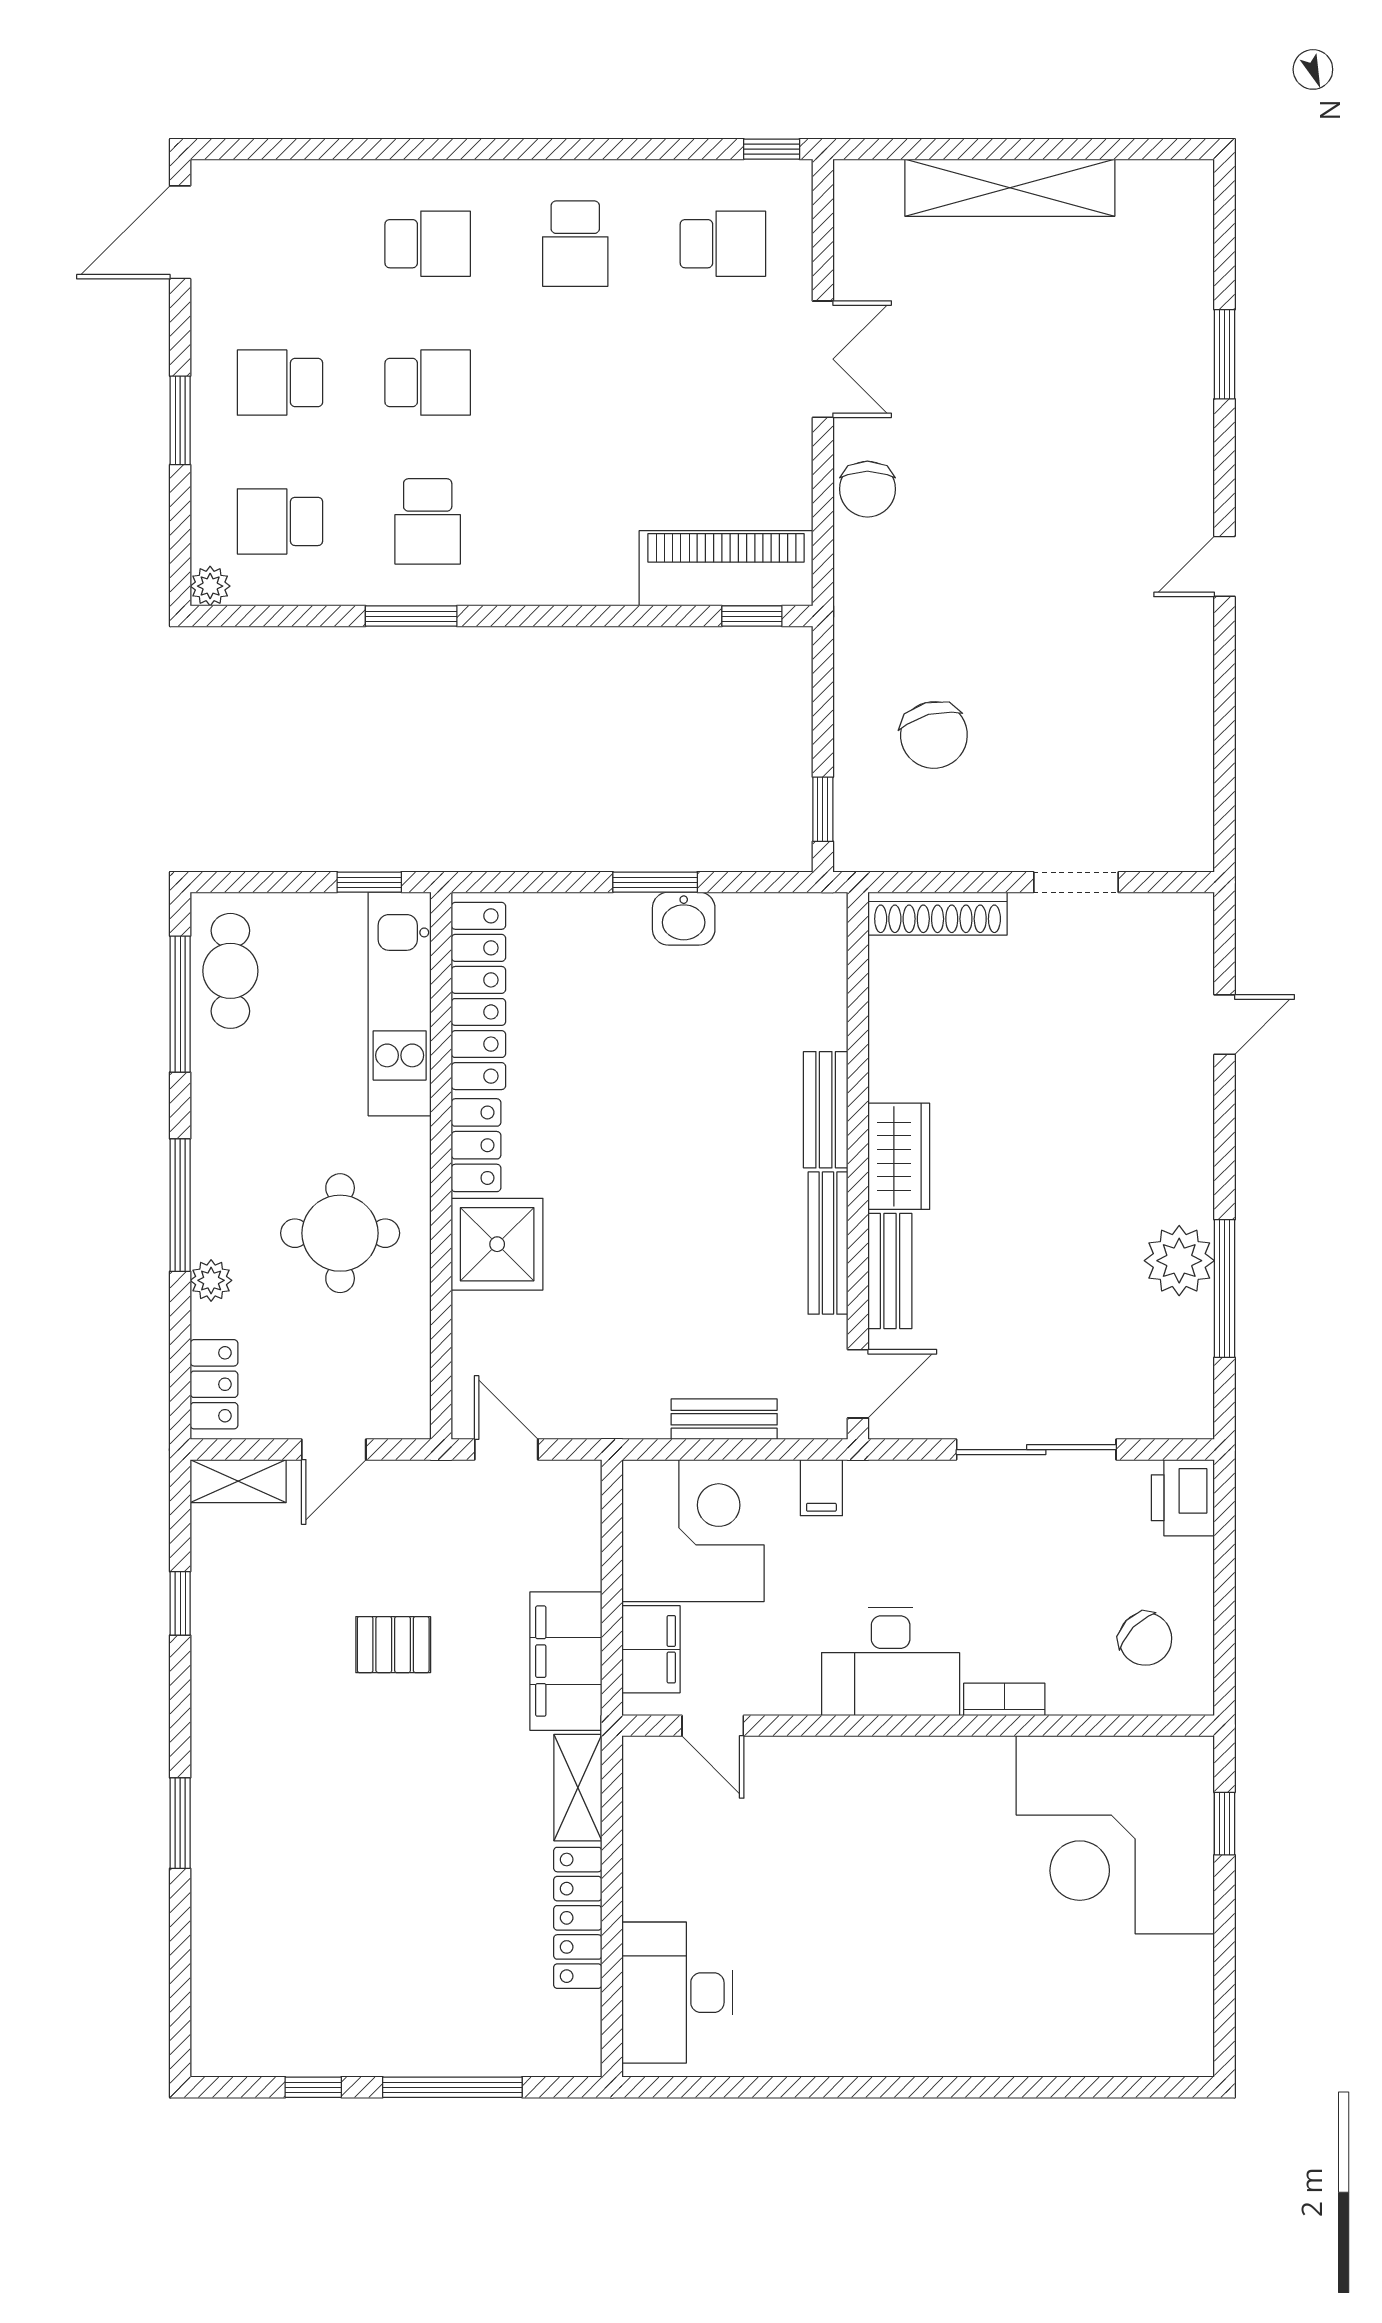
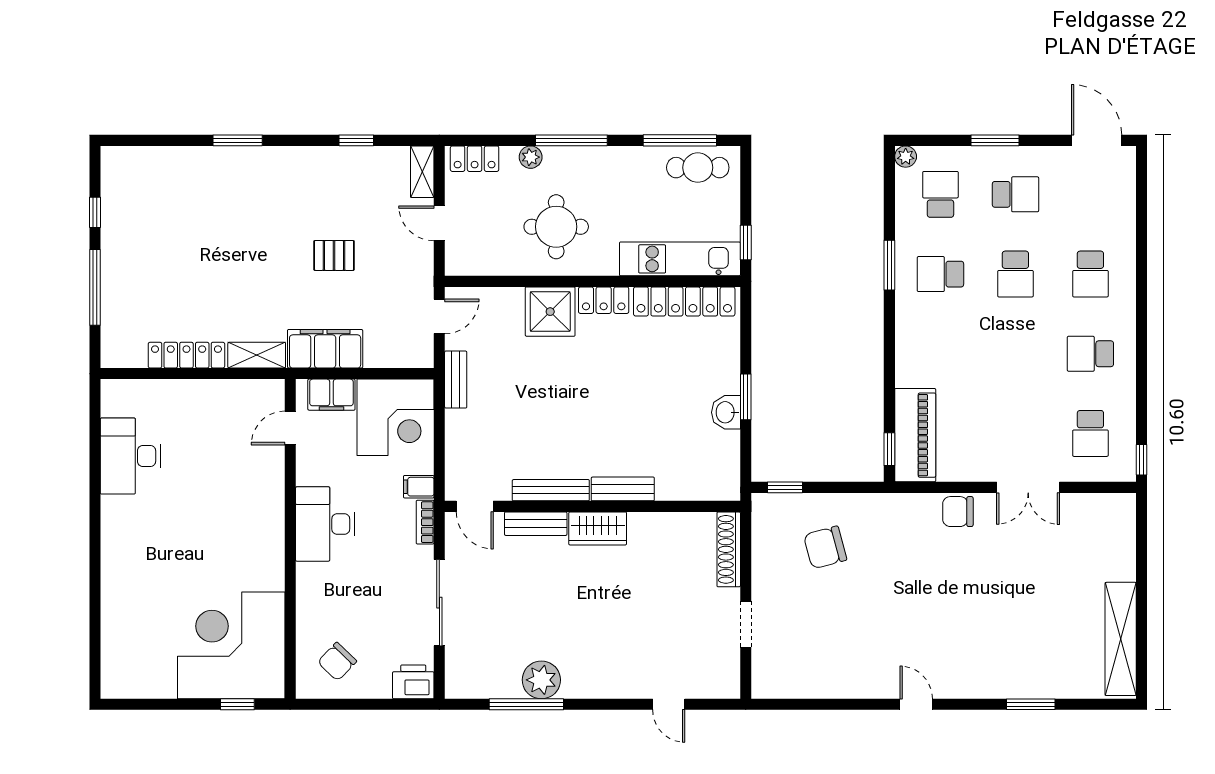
shelving: (1010, 188) -> (1121, 639), moved
school desk: (280, 383) -> (1015, 194), turned 90
bench: (724, 1419) -> (456, 380), moved
pallet: (393, 1645) -> (334, 255), turned 90
bookcase: (1004, 1699) -> (425, 522), moved, turned 180
desk: (677, 1993) -> (130, 456), moved, turned -90

